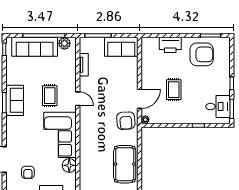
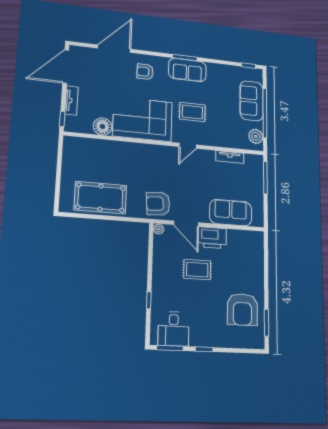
printer: (170, 45) -> (212, 238), moved, turned -90
sofa: (35, 47) -> (251, 101), width x0.73
sofa: (121, 47) -> (231, 213), moved, turned 90
armchair: (28, 172) -> (145, 72), moved

